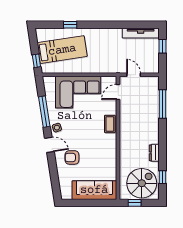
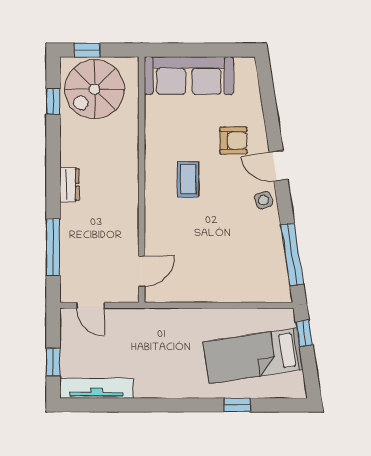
door: (134, 75) -> (91, 305), moved
corner sofa: (78, 92) -> (221, 271), removed
window: (44, 112) -> (292, 255), moved
coffee table: (110, 124) -> (188, 179), moved
dresser: (154, 153) -> (69, 185), moved
window: (135, 203) -> (87, 50), moved

